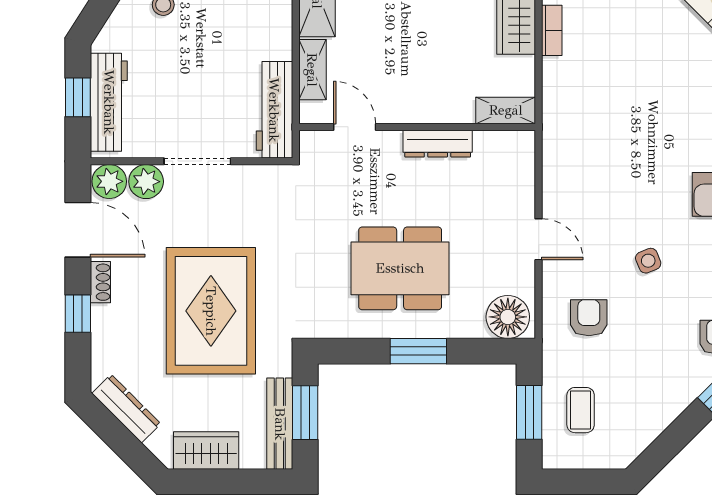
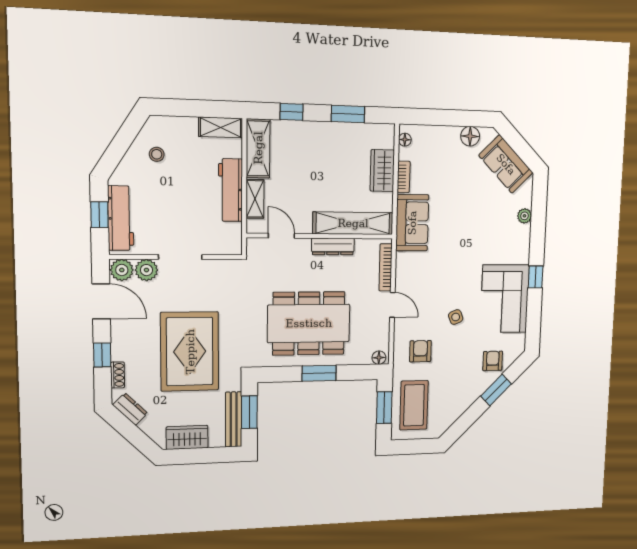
sofa: (568, 104) -> (412, 223), added
workbench: (274, 110) -> (230, 190), moved
shelving: (506, 110) -> (353, 223), width x2.20, depth x1.33
bookcase: (525, 177) -> (386, 267), added
dining table: (400, 268) -> (309, 323), width x1.36, depth x1.24
shoe rack: (100, 282) -> (118, 375), moved
floor lamp: (508, 317) -> (379, 358), width x0.53, depth x0.53
dresser: (126, 409) -> (130, 409), width x0.70
coffee table: (581, 410) -> (414, 405), width x1.86, depth x1.72

